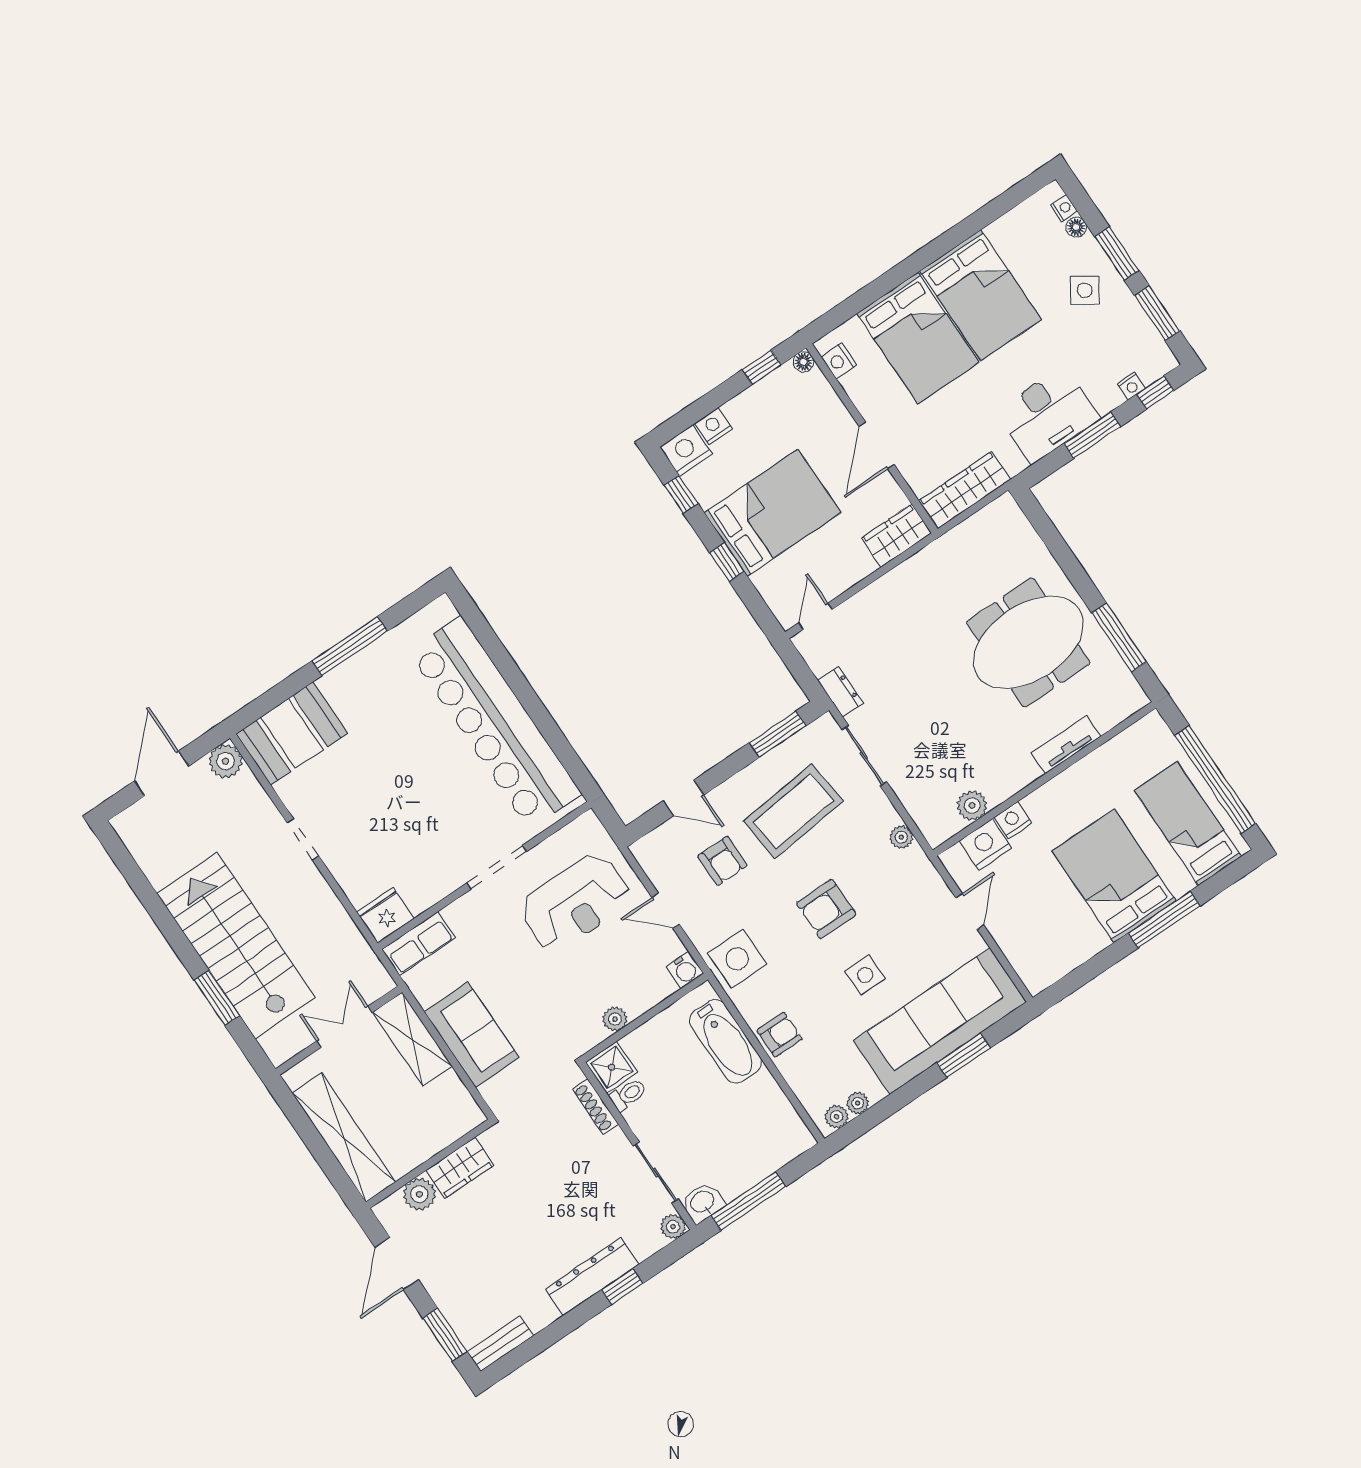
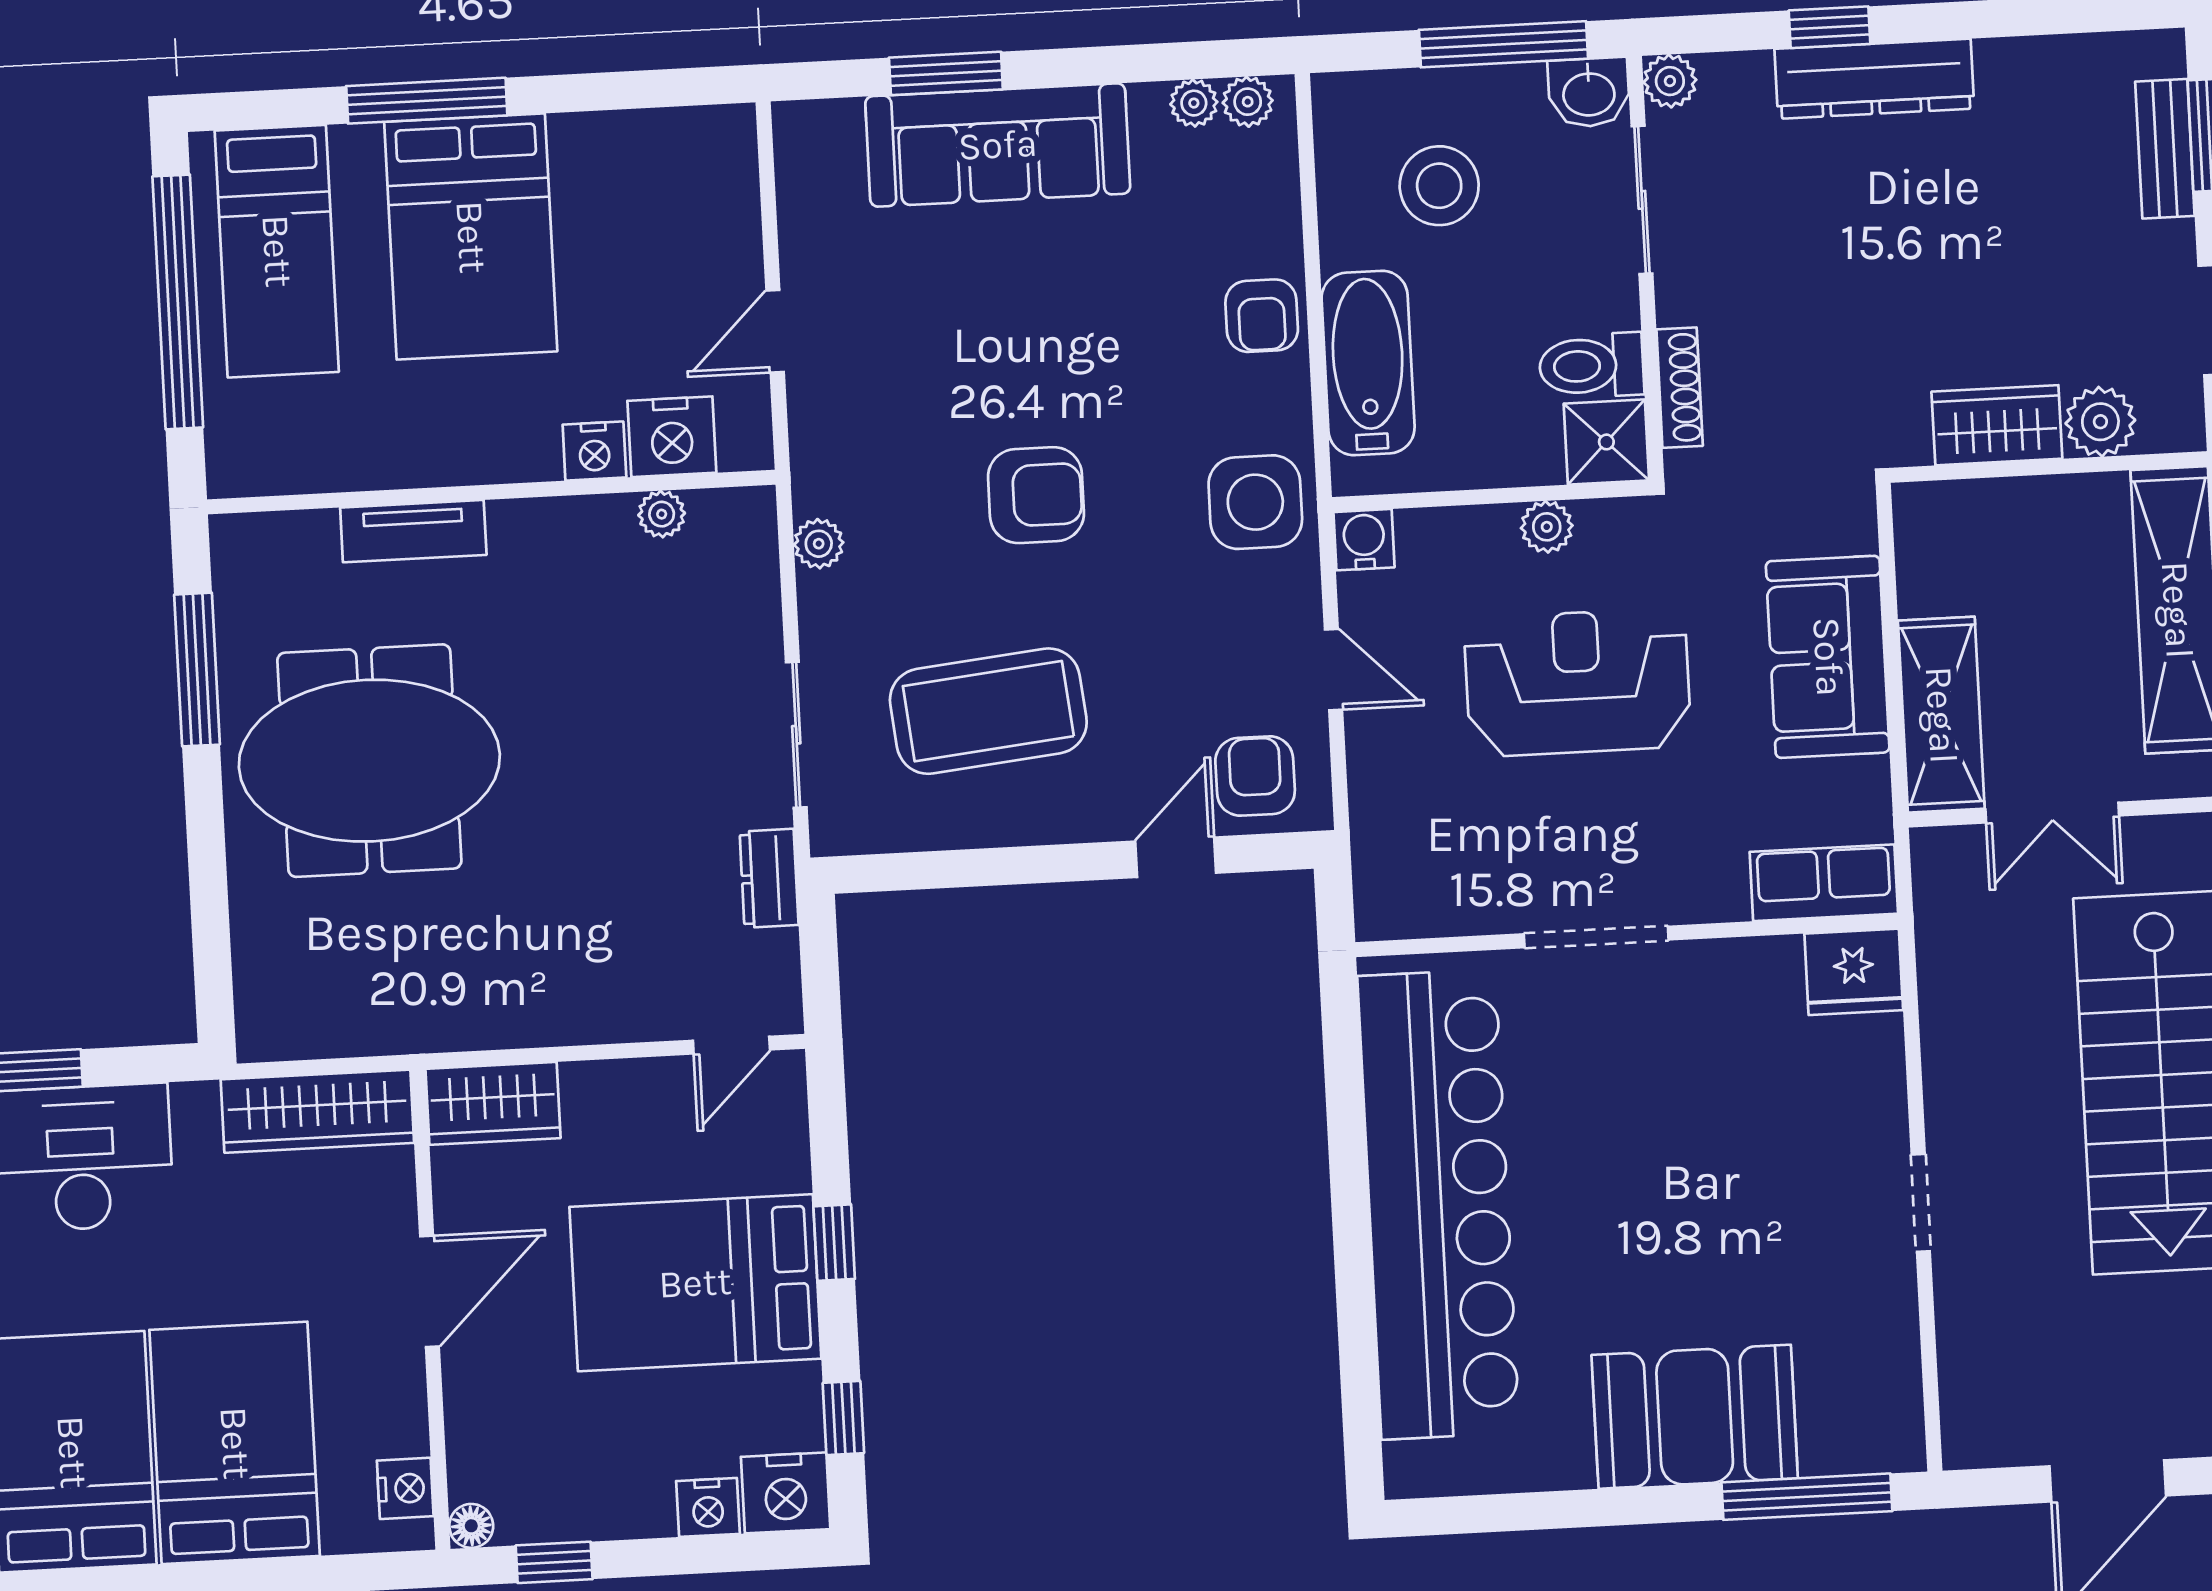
window: (350, 646) -> (1807, 1497), moved
booth: (292, 734) -> (1695, 1417), moved
window: (778, 734) -> (932, 870), removed
plant: (225, 761) -> (1977, 1433), removed
door: (683, 798) -> (1176, 857), hinge flipped
plant: (972, 805) -> (662, 514), width x0.73, depth x0.73
armchair: (722, 861) -> (1255, 776), moved
reception desk: (575, 903) -> (1578, 682), moved
side table: (865, 975) -> (1038, 330), removed
sofa: (940, 1021) -> (998, 145), width x0.74, depth x0.79
armchair: (779, 1035) -> (1262, 316), turned -90
toilet: (628, 1095) -> (1591, 366), width x1.37, depth x1.39
stool: (740, 1129) -> (1439, 186), added
bench: (500, 1344) -> (2165, 149), moved, turned 90

